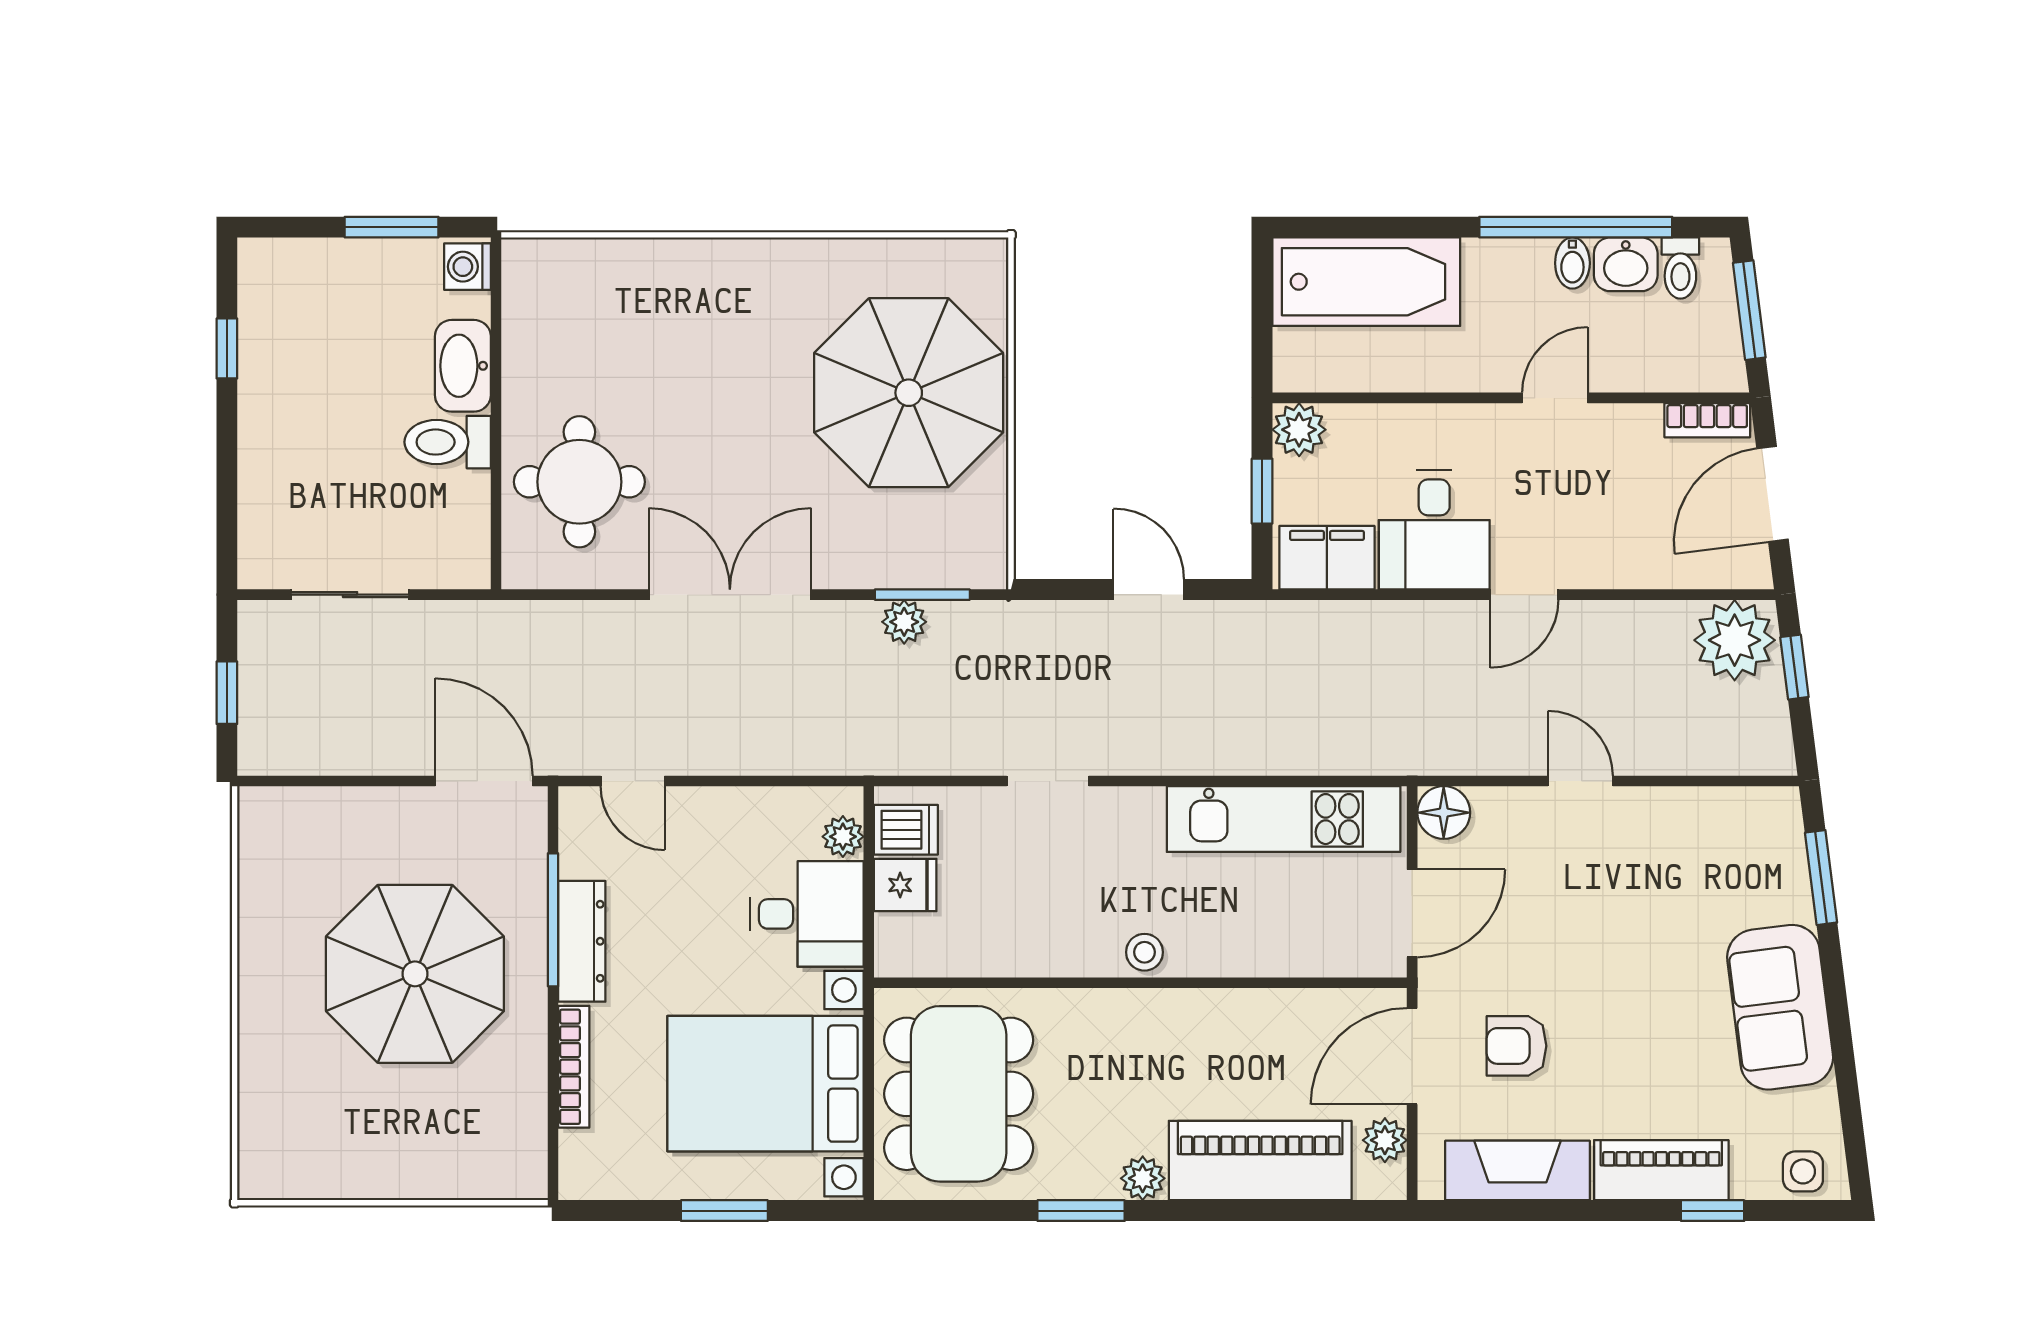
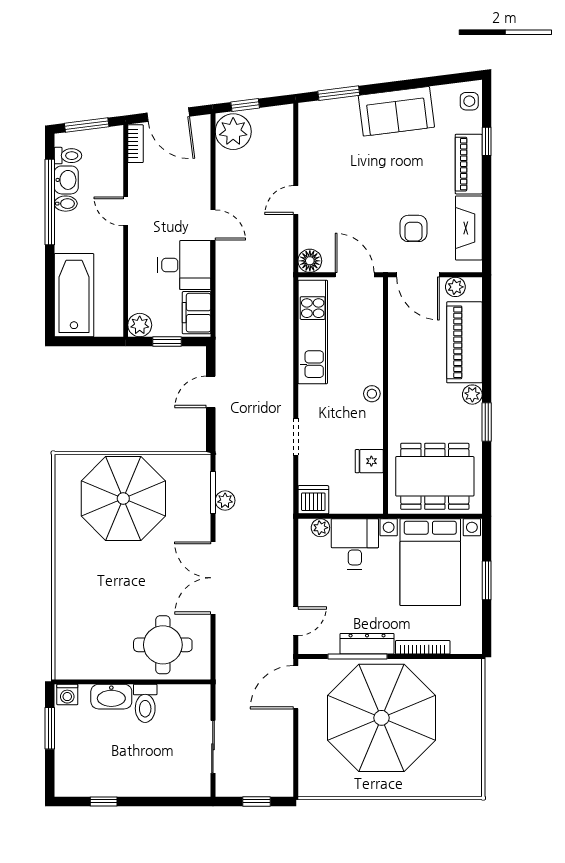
dishwasher: (906, 830) -> (313, 500), width x1.38
fridge: (905, 885) -> (369, 461), moved, turned -90
parasol: (415, 974) -> (381, 718), width x1.36, depth x1.36

